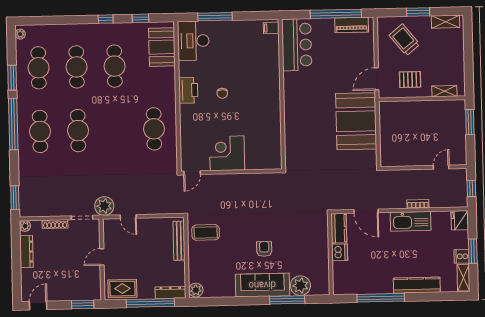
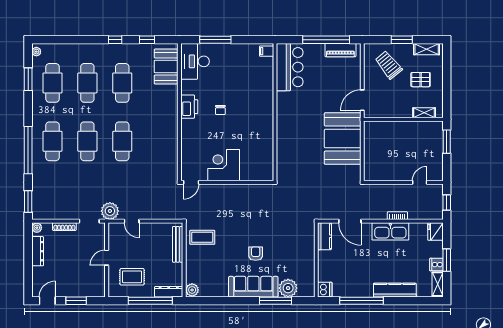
window: (12, 78) -> (28, 79), moved
pallet: (410, 80) -> (421, 80), moved
window: (13, 124) -> (28, 150), moved
cafe table: (154, 129) -> (122, 141), moved
dishwasher: (340, 252) -> (325, 290), moved
rug: (122, 289) -> (132, 277), moved
window: (83, 305) -> (76, 301), moved

